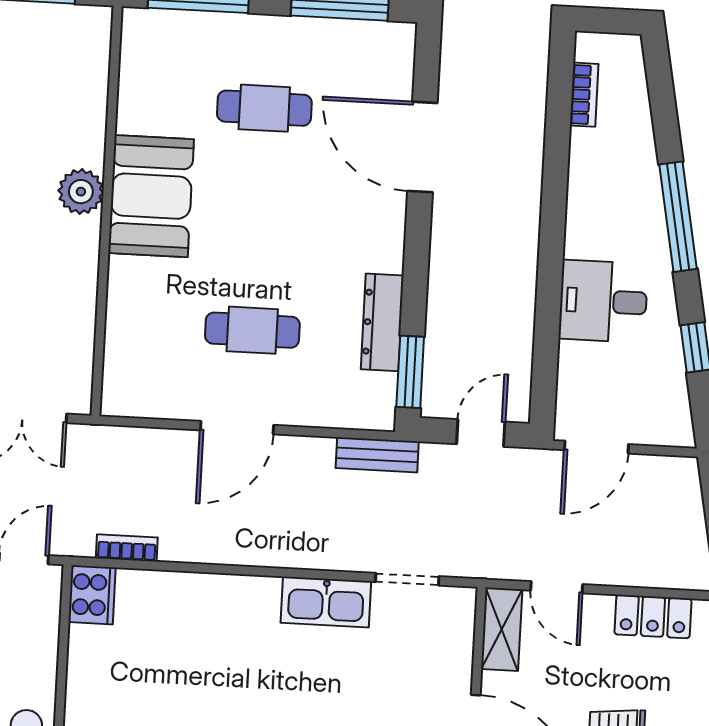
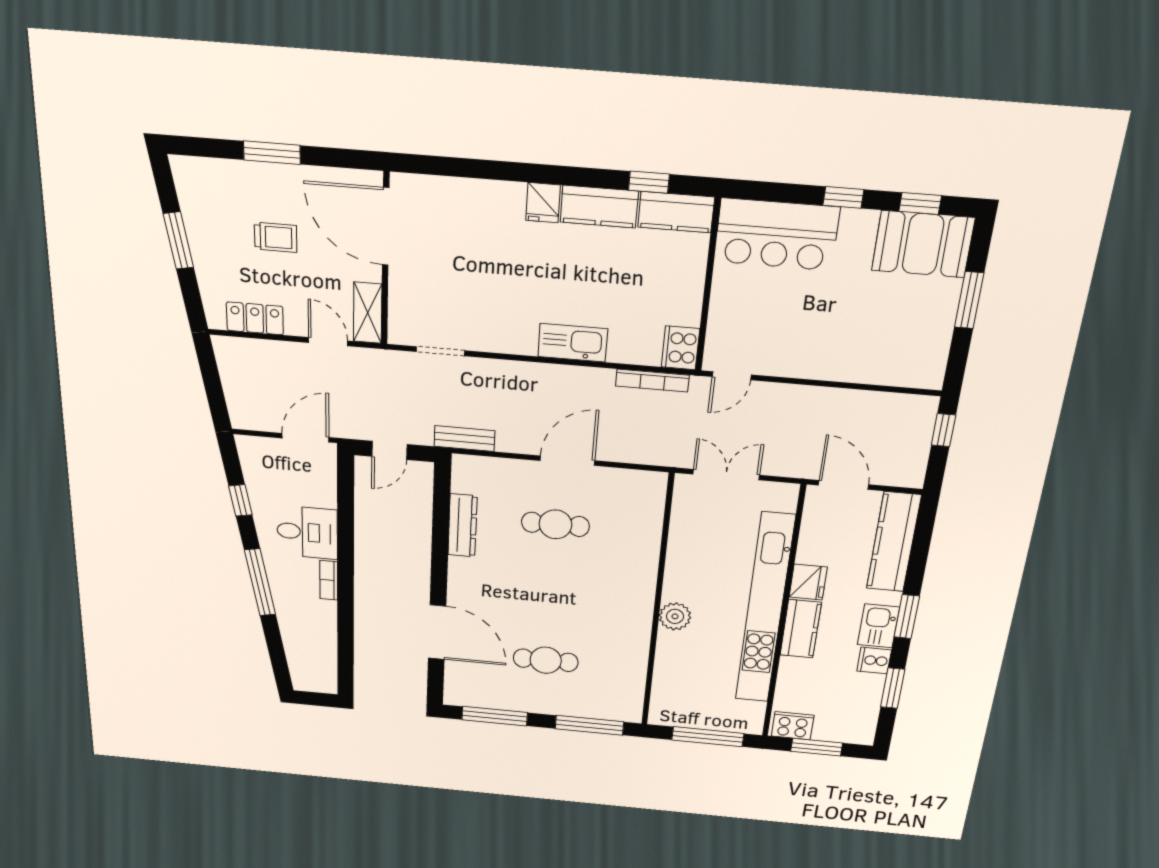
bookcase: (584, 95) -> (329, 580), moved
booth: (151, 196) -> (626, 611), removed
window: (410, 372) -> (442, 493), removed
bookcase: (127, 548) -> (652, 381), width x1.56
kitchen sink: (326, 602) -> (573, 343), moved

